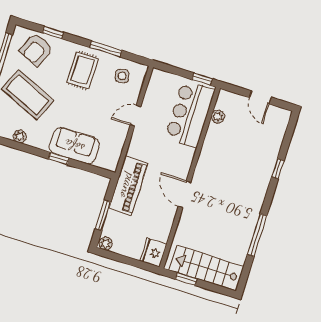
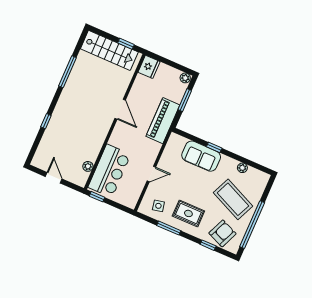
rug: (83, 70) -> (188, 213), turned 90

